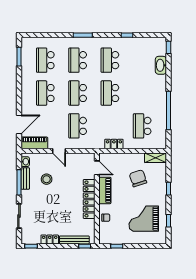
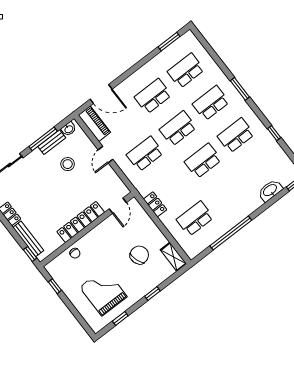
piano: (105, 190) -> (101, 231), removed

